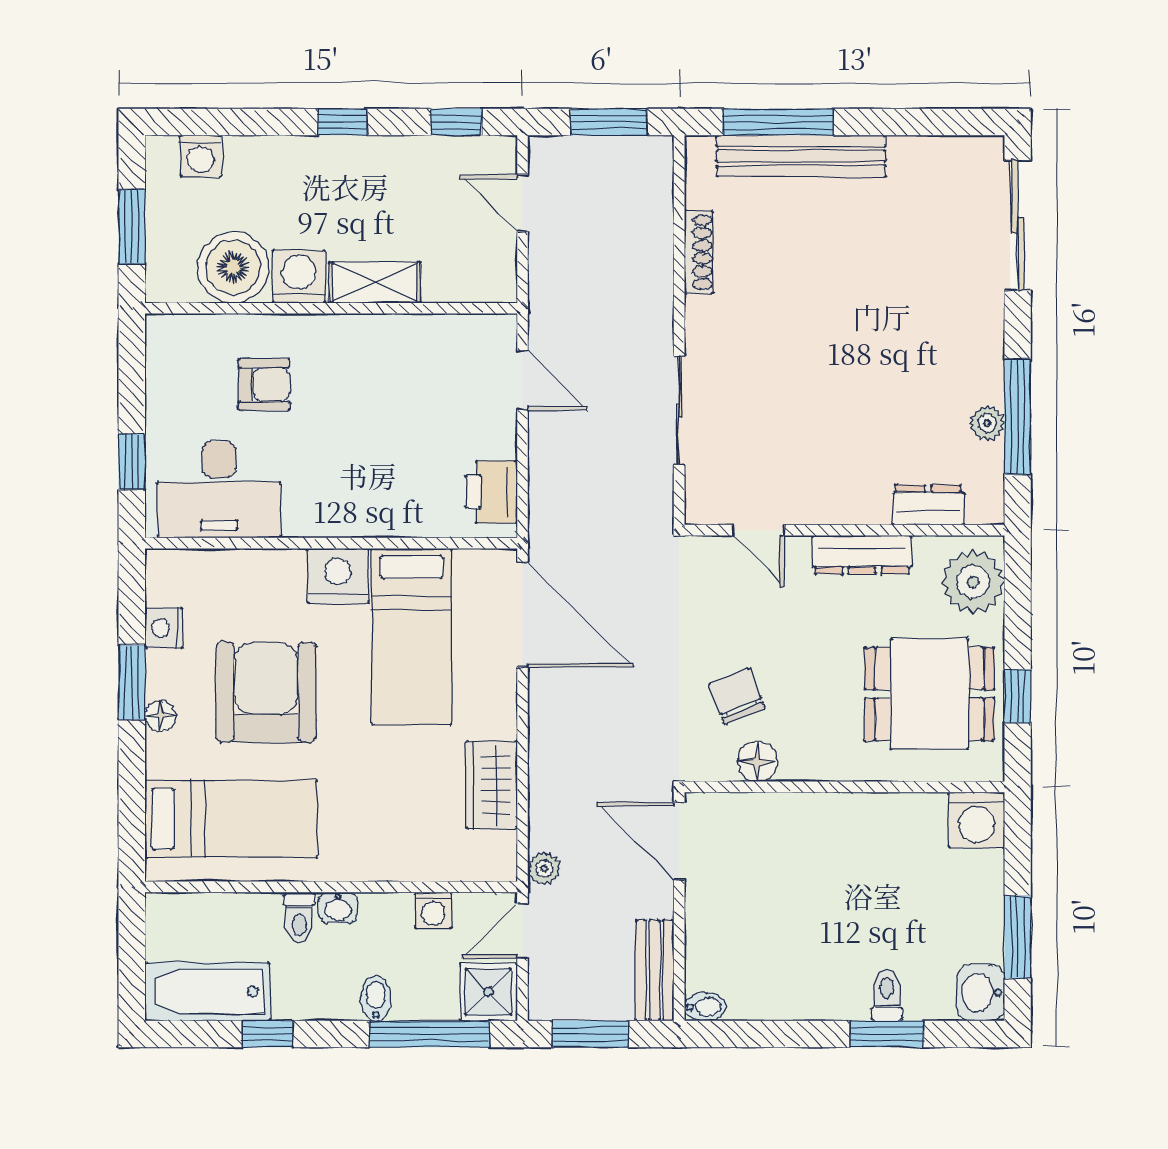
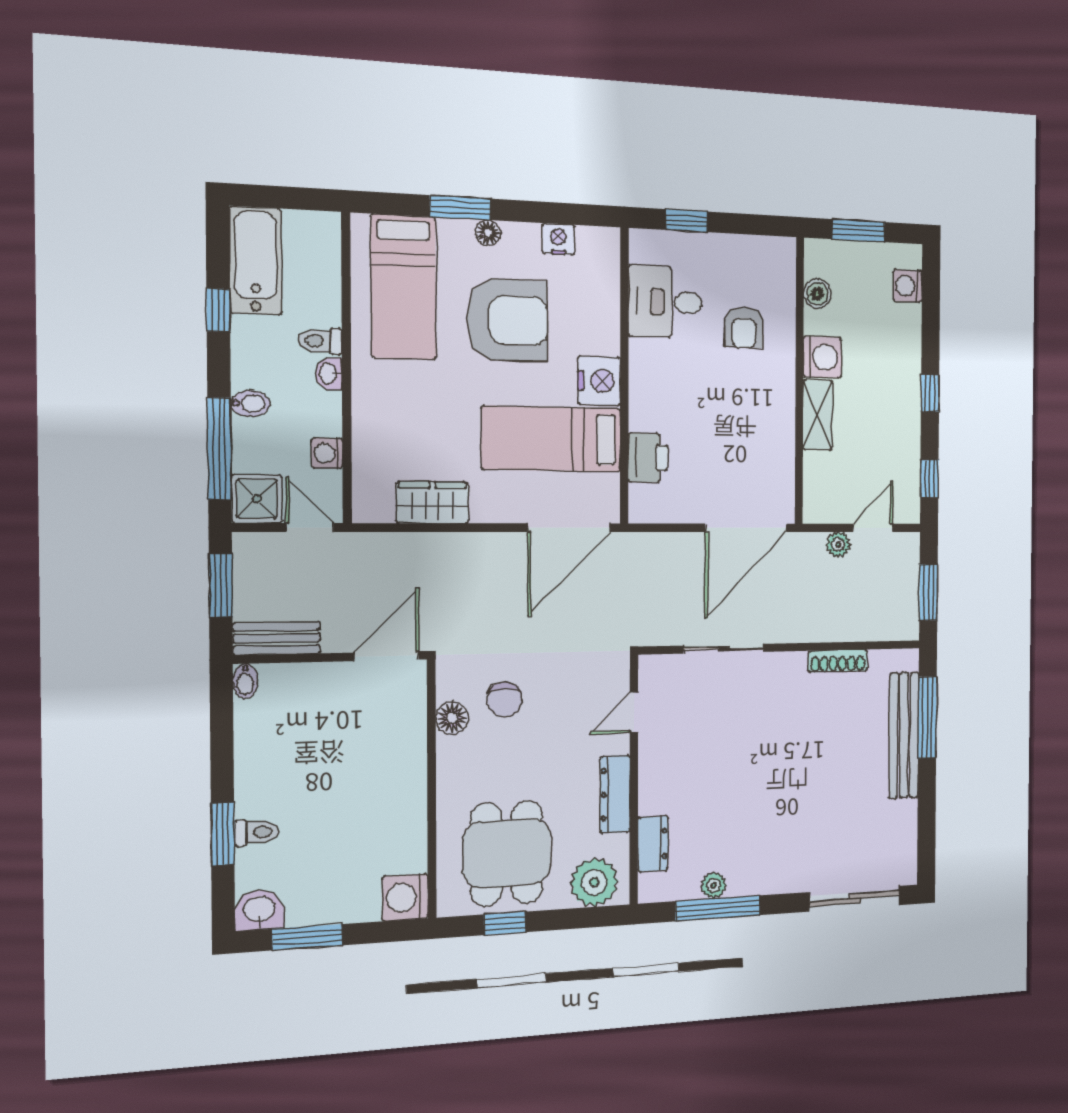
boiler: (233, 267) -> (817, 294), width x0.54, depth x0.54
door: (522, 380) -> (746, 528), width x1.87
desk: (219, 490) -> (665, 302), width x0.73
printer: (491, 492) -> (648, 458), moved, turned 90
window: (132, 682) -> (460, 208), moved
chair: (737, 696) -> (505, 700), turned 112
plant: (544, 868) -> (838, 544), moved

